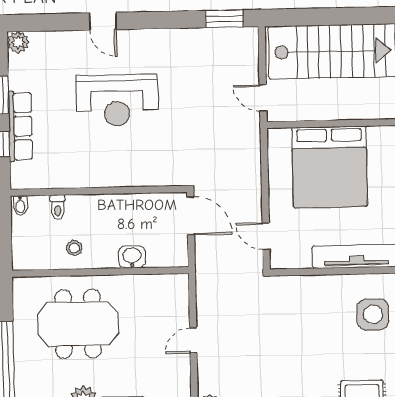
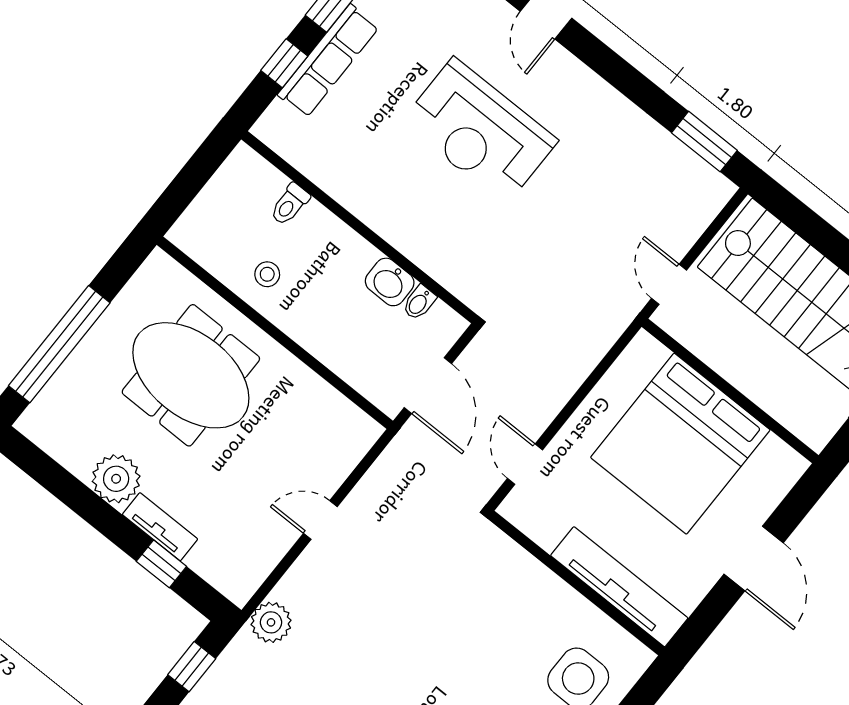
bidet: (20, 205) -> (419, 303), moved
door: (191, 216) -> (428, 386), moved
washbasin: (132, 257) -> (390, 282), moved, turned 180

